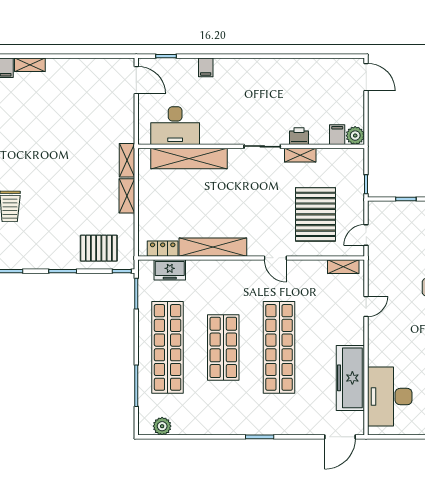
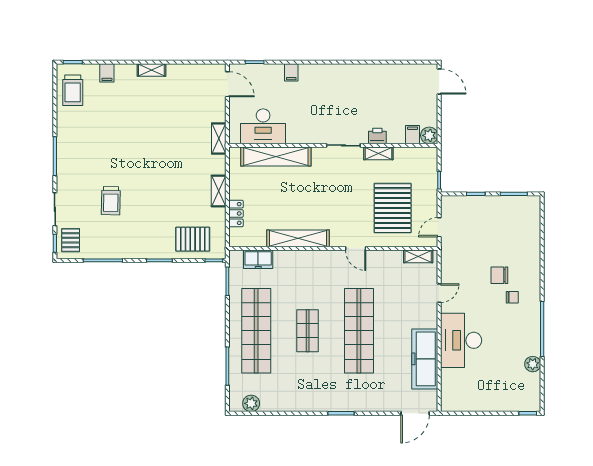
shelving: (30, 65) -> (151, 70), moved
shelving: (127, 160) -> (219, 139), moved
locker: (163, 249) -> (236, 213), moved, turned 90
shop shelf: (223, 347) -> (308, 331), width x0.70, depth x0.74
desk: (390, 397) -> (461, 340), moved

